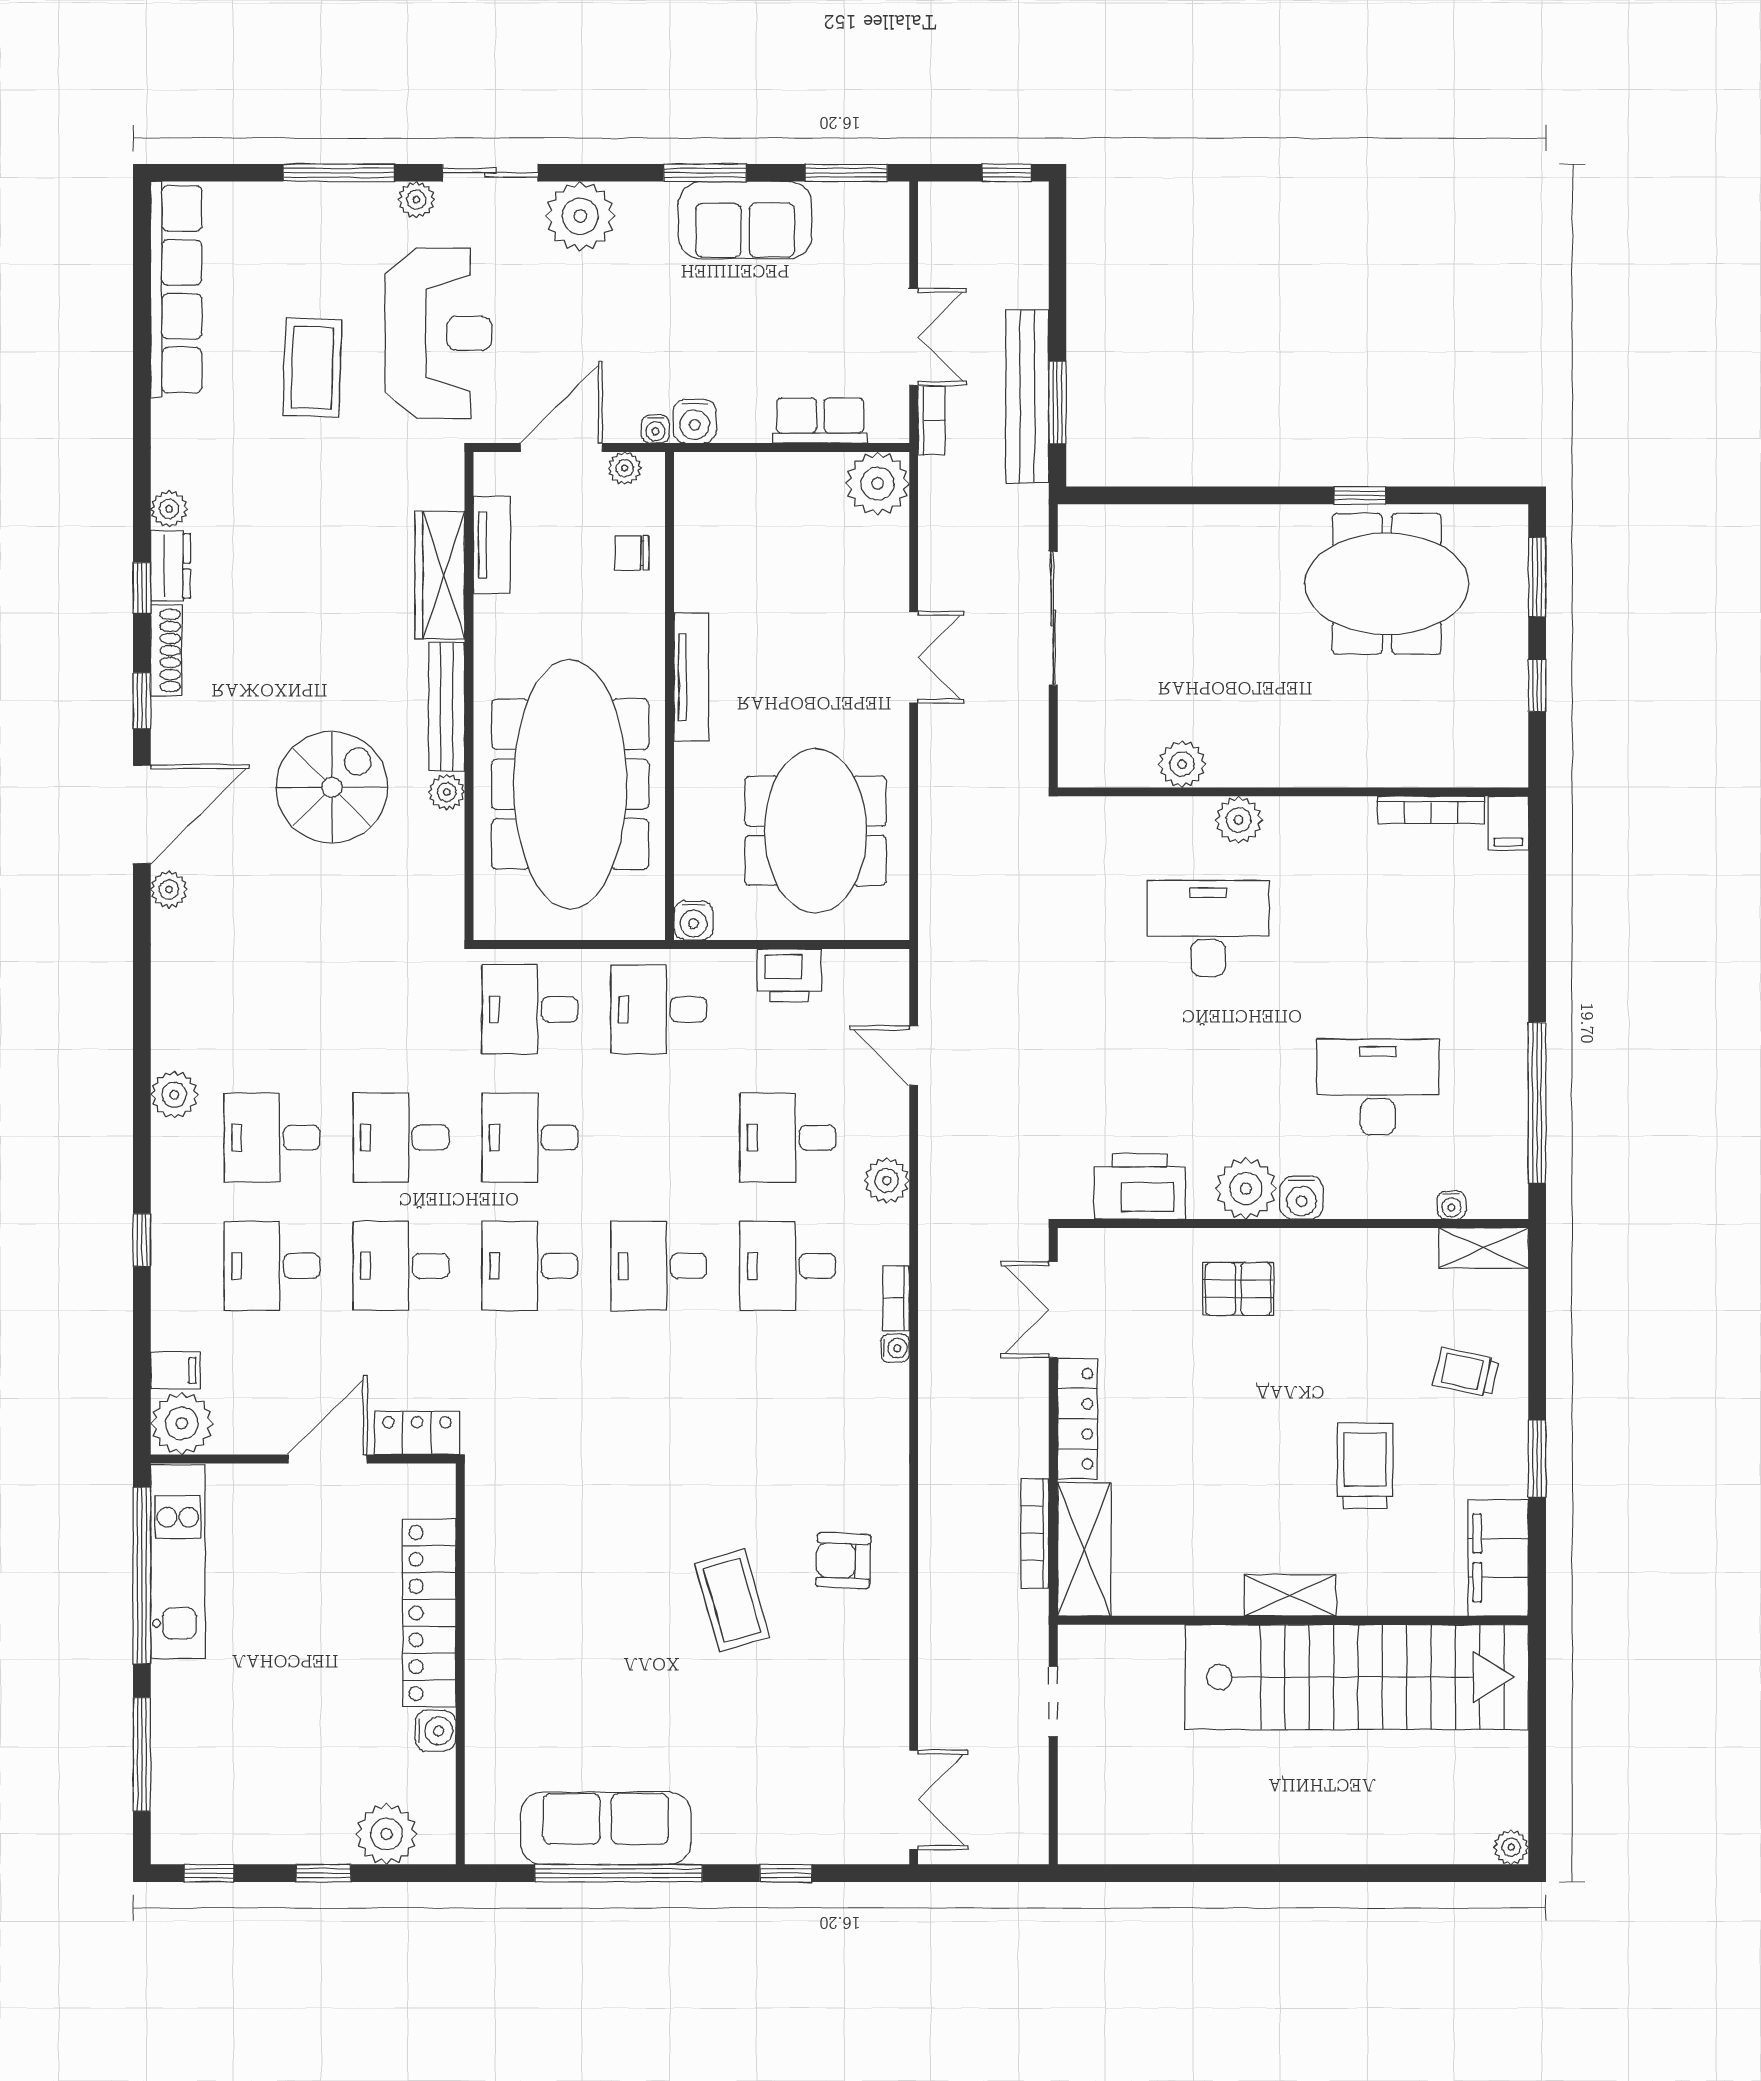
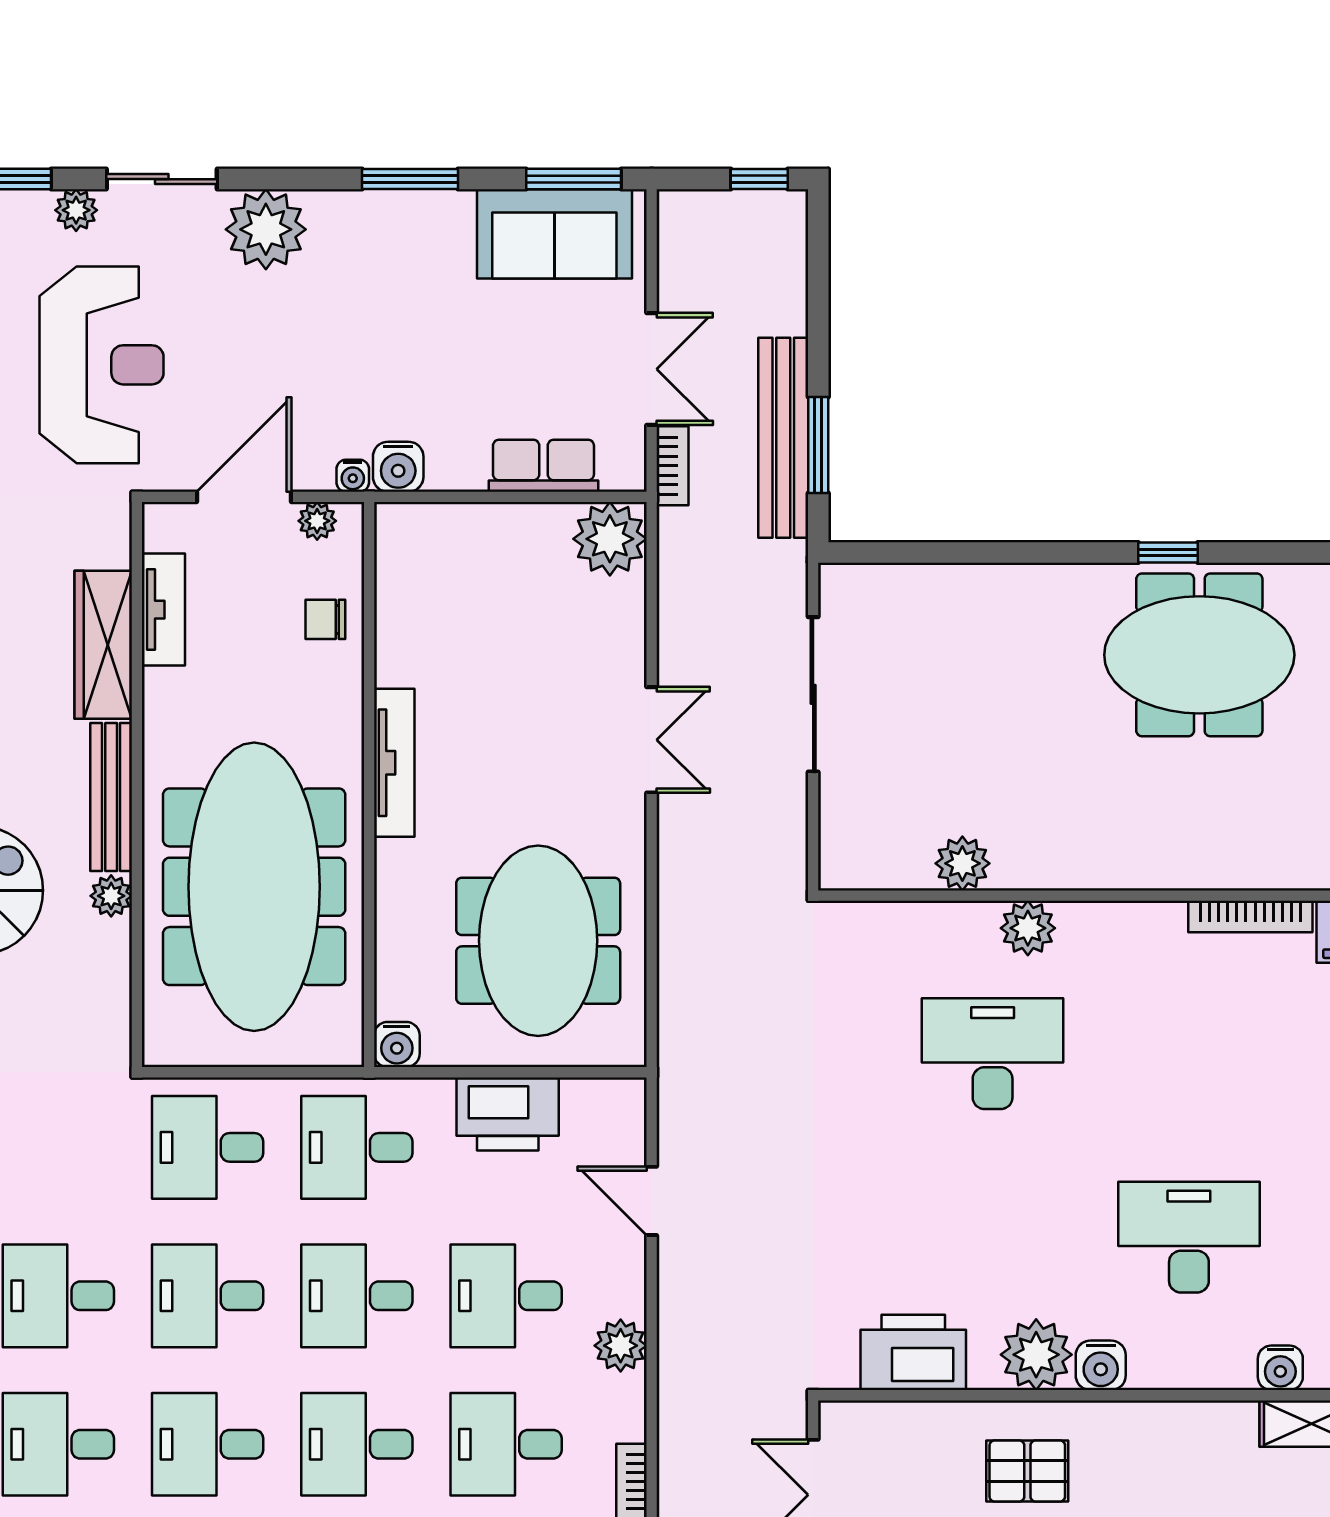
sofa: (745, 220) -> (554, 234), moved
printer: (789, 975) -> (508, 1114), width x1.37, depth x1.19
desk: (659, 1138) -> (357, 1296), added
water cooler: (1451, 1205) -> (1280, 1368), width x1.38, depth x1.38

